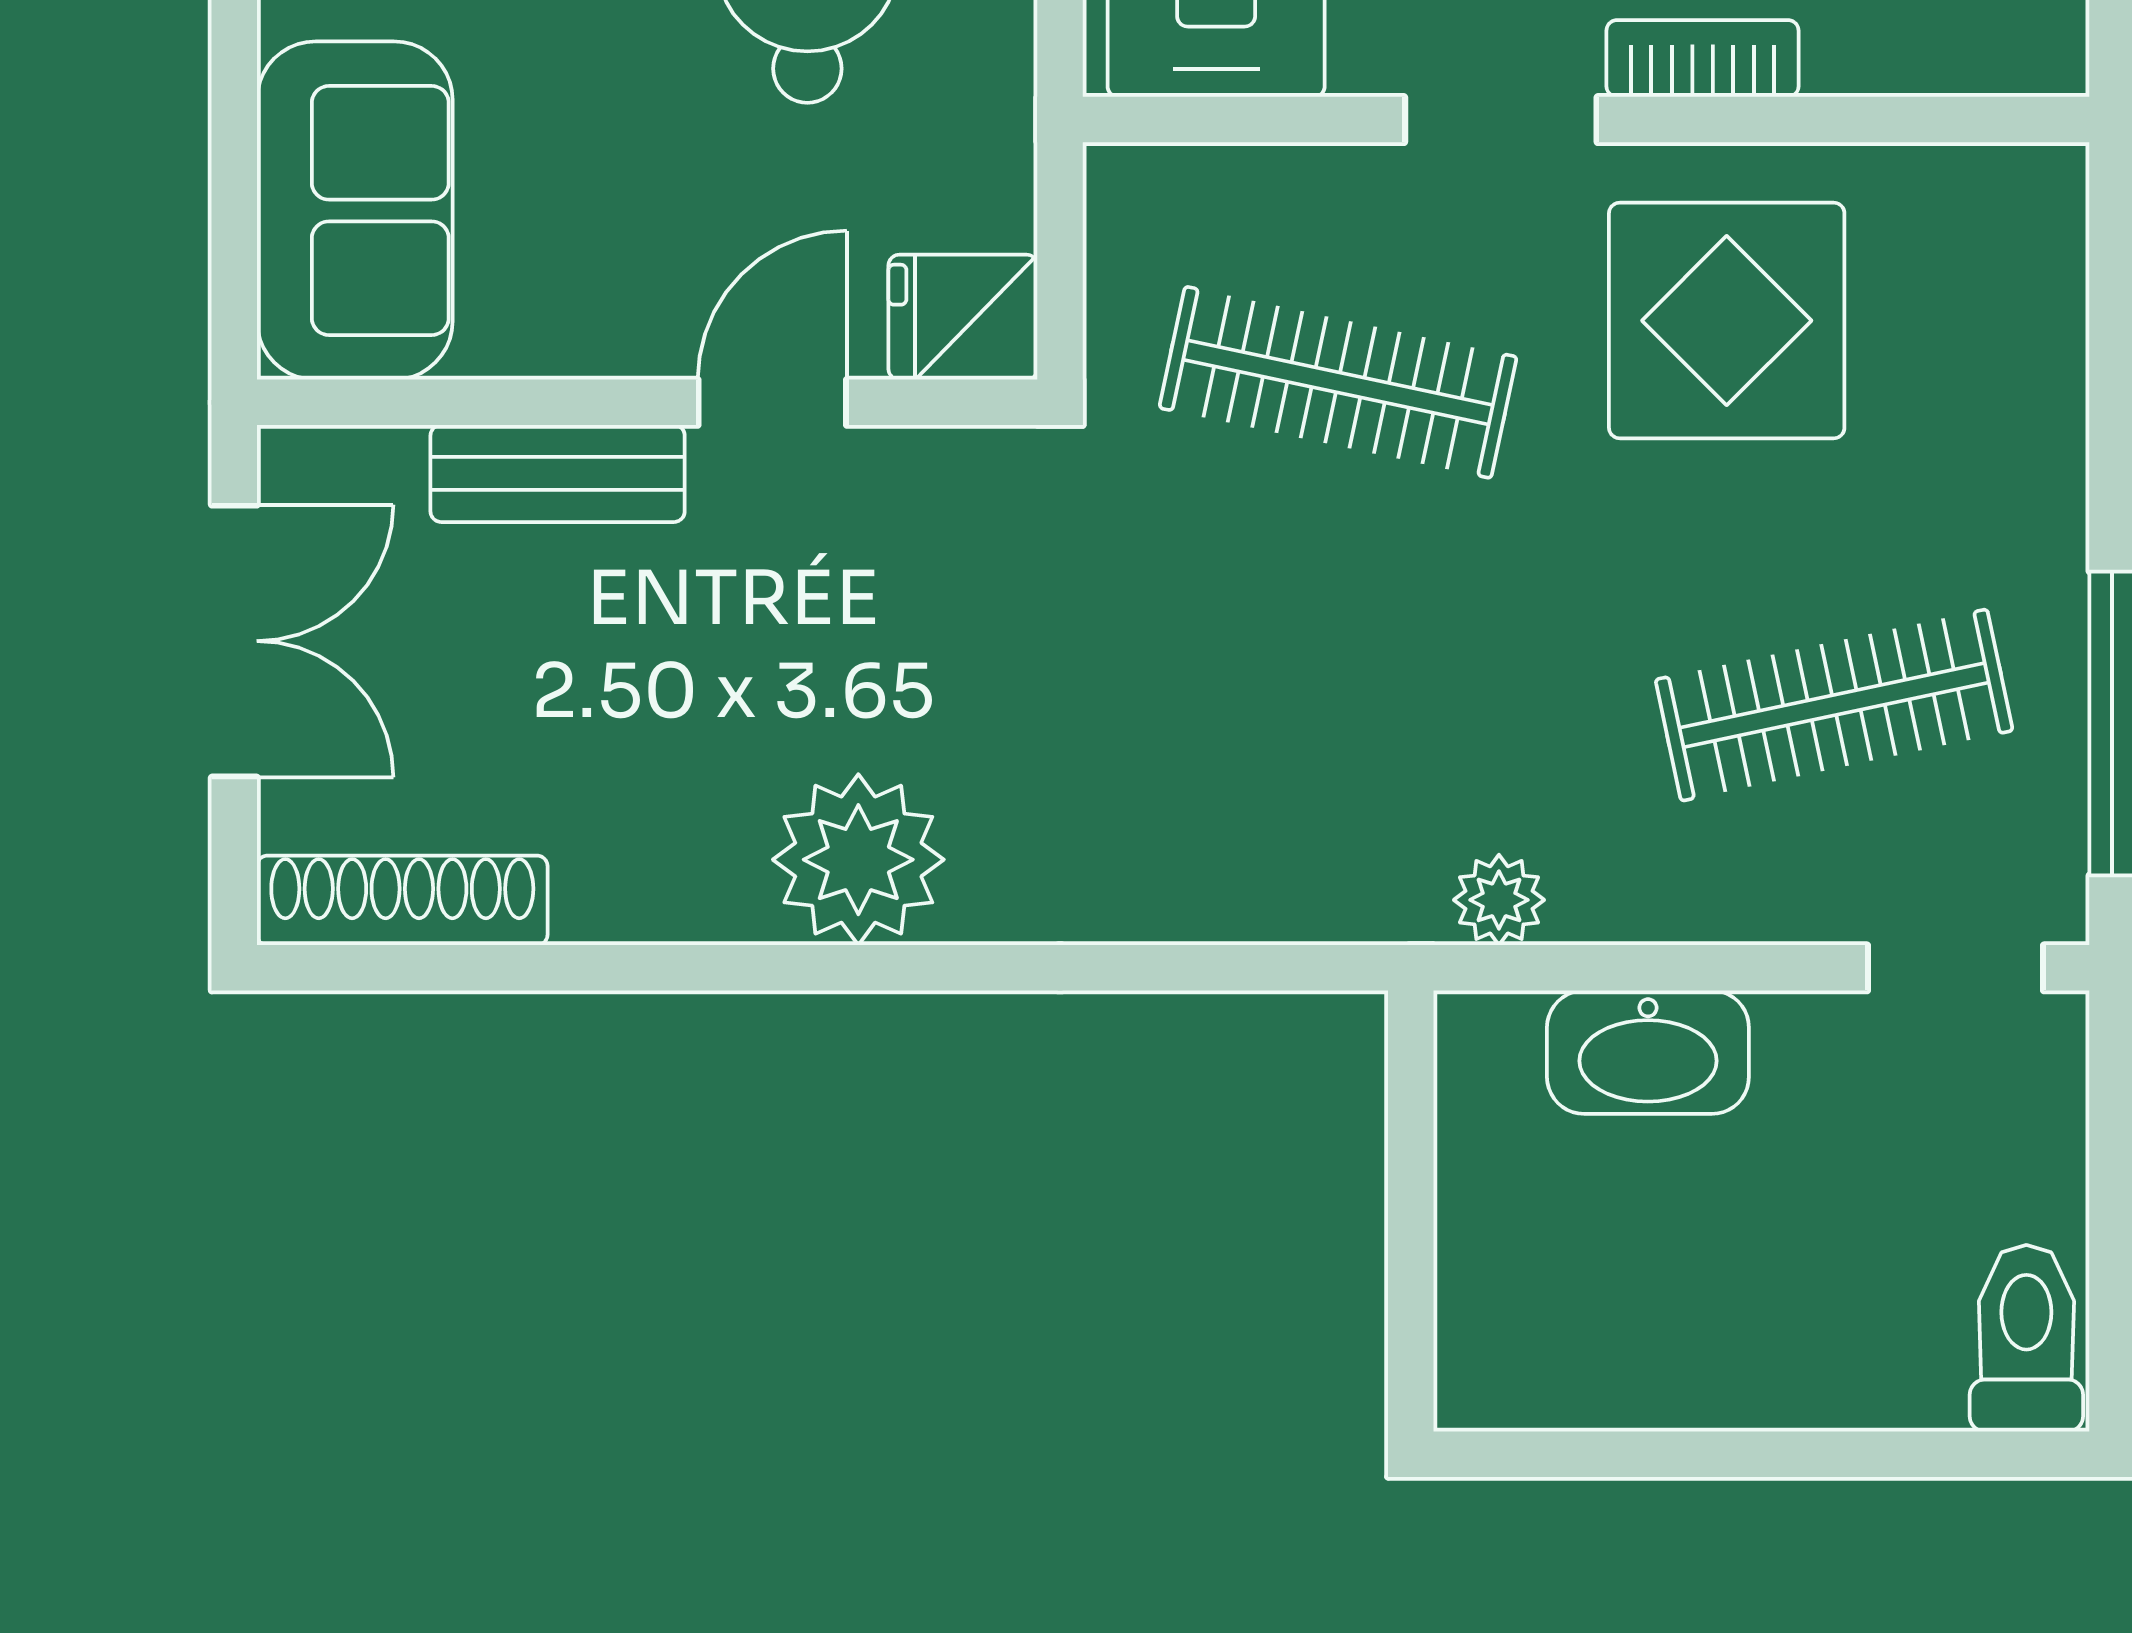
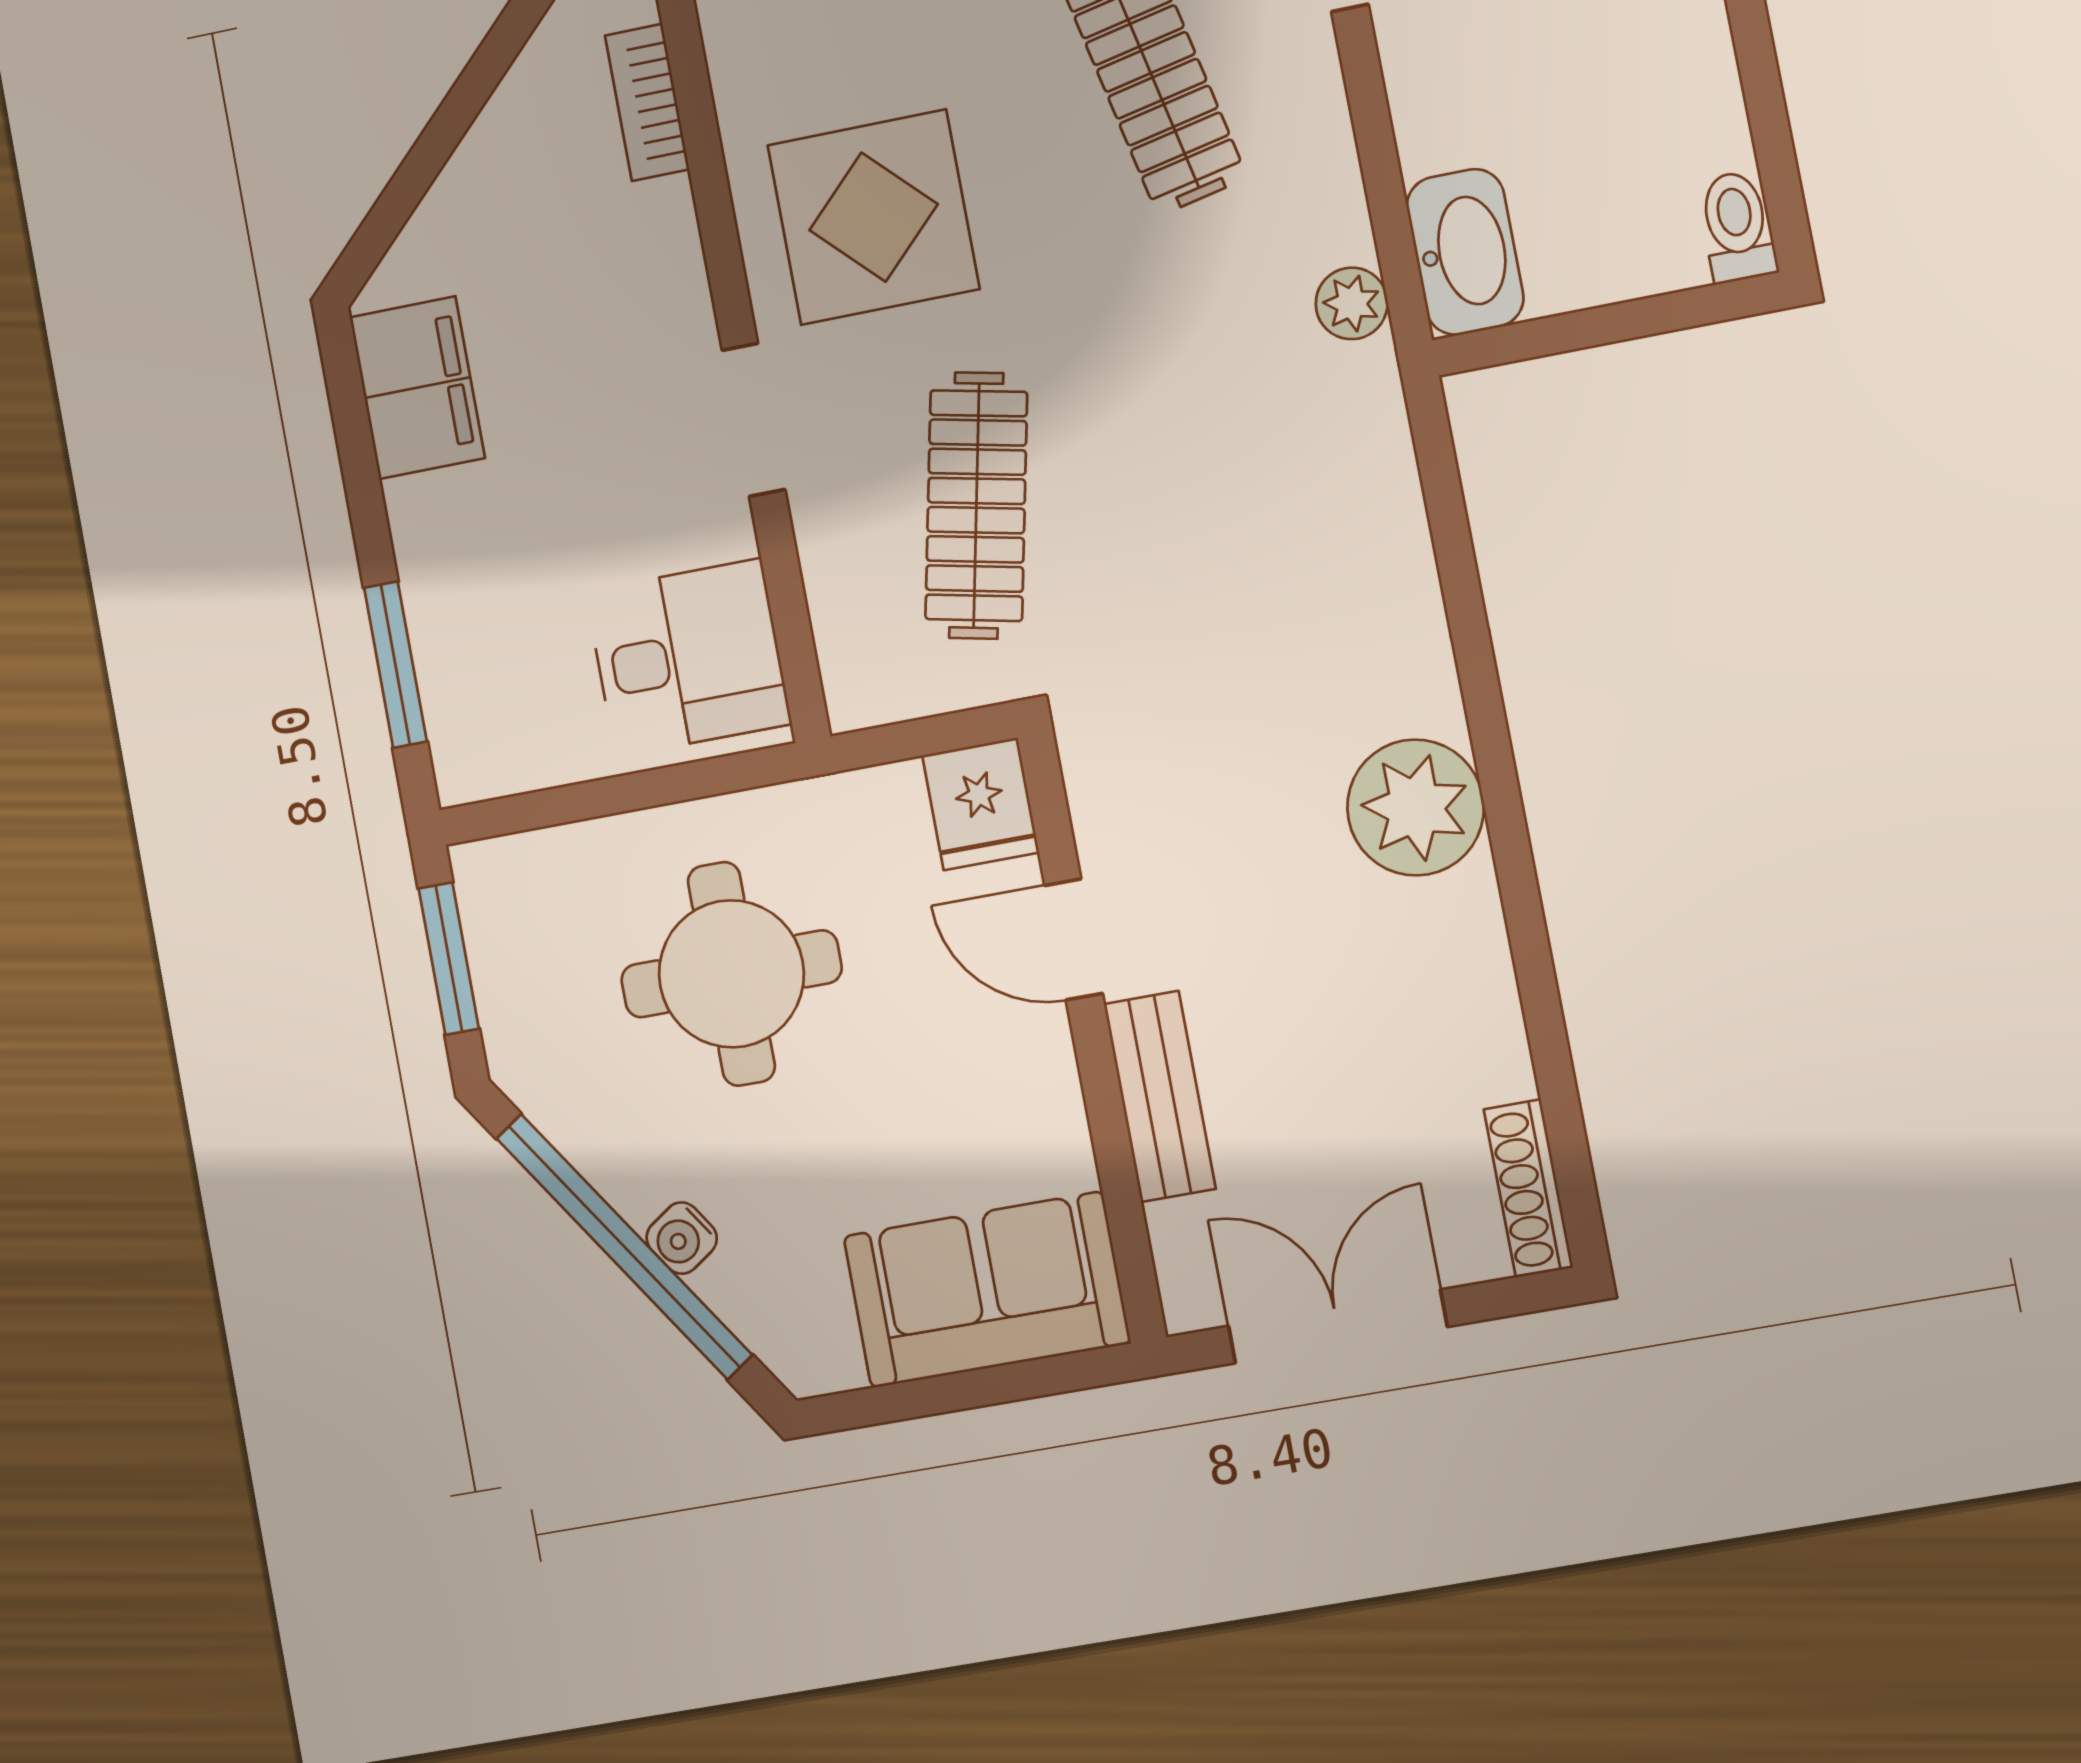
bookcase: (1703, 58) -> (647, 102), moved
shoe rack: (402, 900) -> (1528, 1188), width x0.74, depth x0.81
washbasin: (1648, 1052) -> (1465, 252), moved
toilet: (1500, 1391) -> (1737, 227), added

